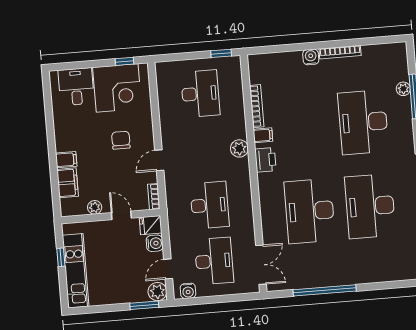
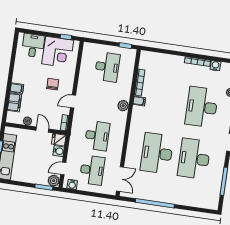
water cooler: (311, 57) -> (215, 66), moved
printer: (265, 160) -> (137, 116), removed

